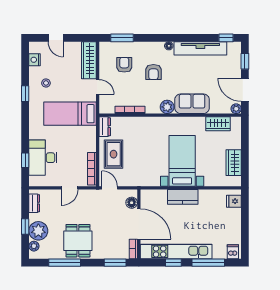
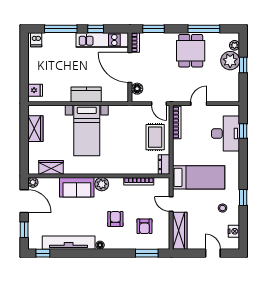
dresser: (34, 203) -> (234, 88), removed
kitchen unit: (176, 251) -> (102, 40), width x0.73

